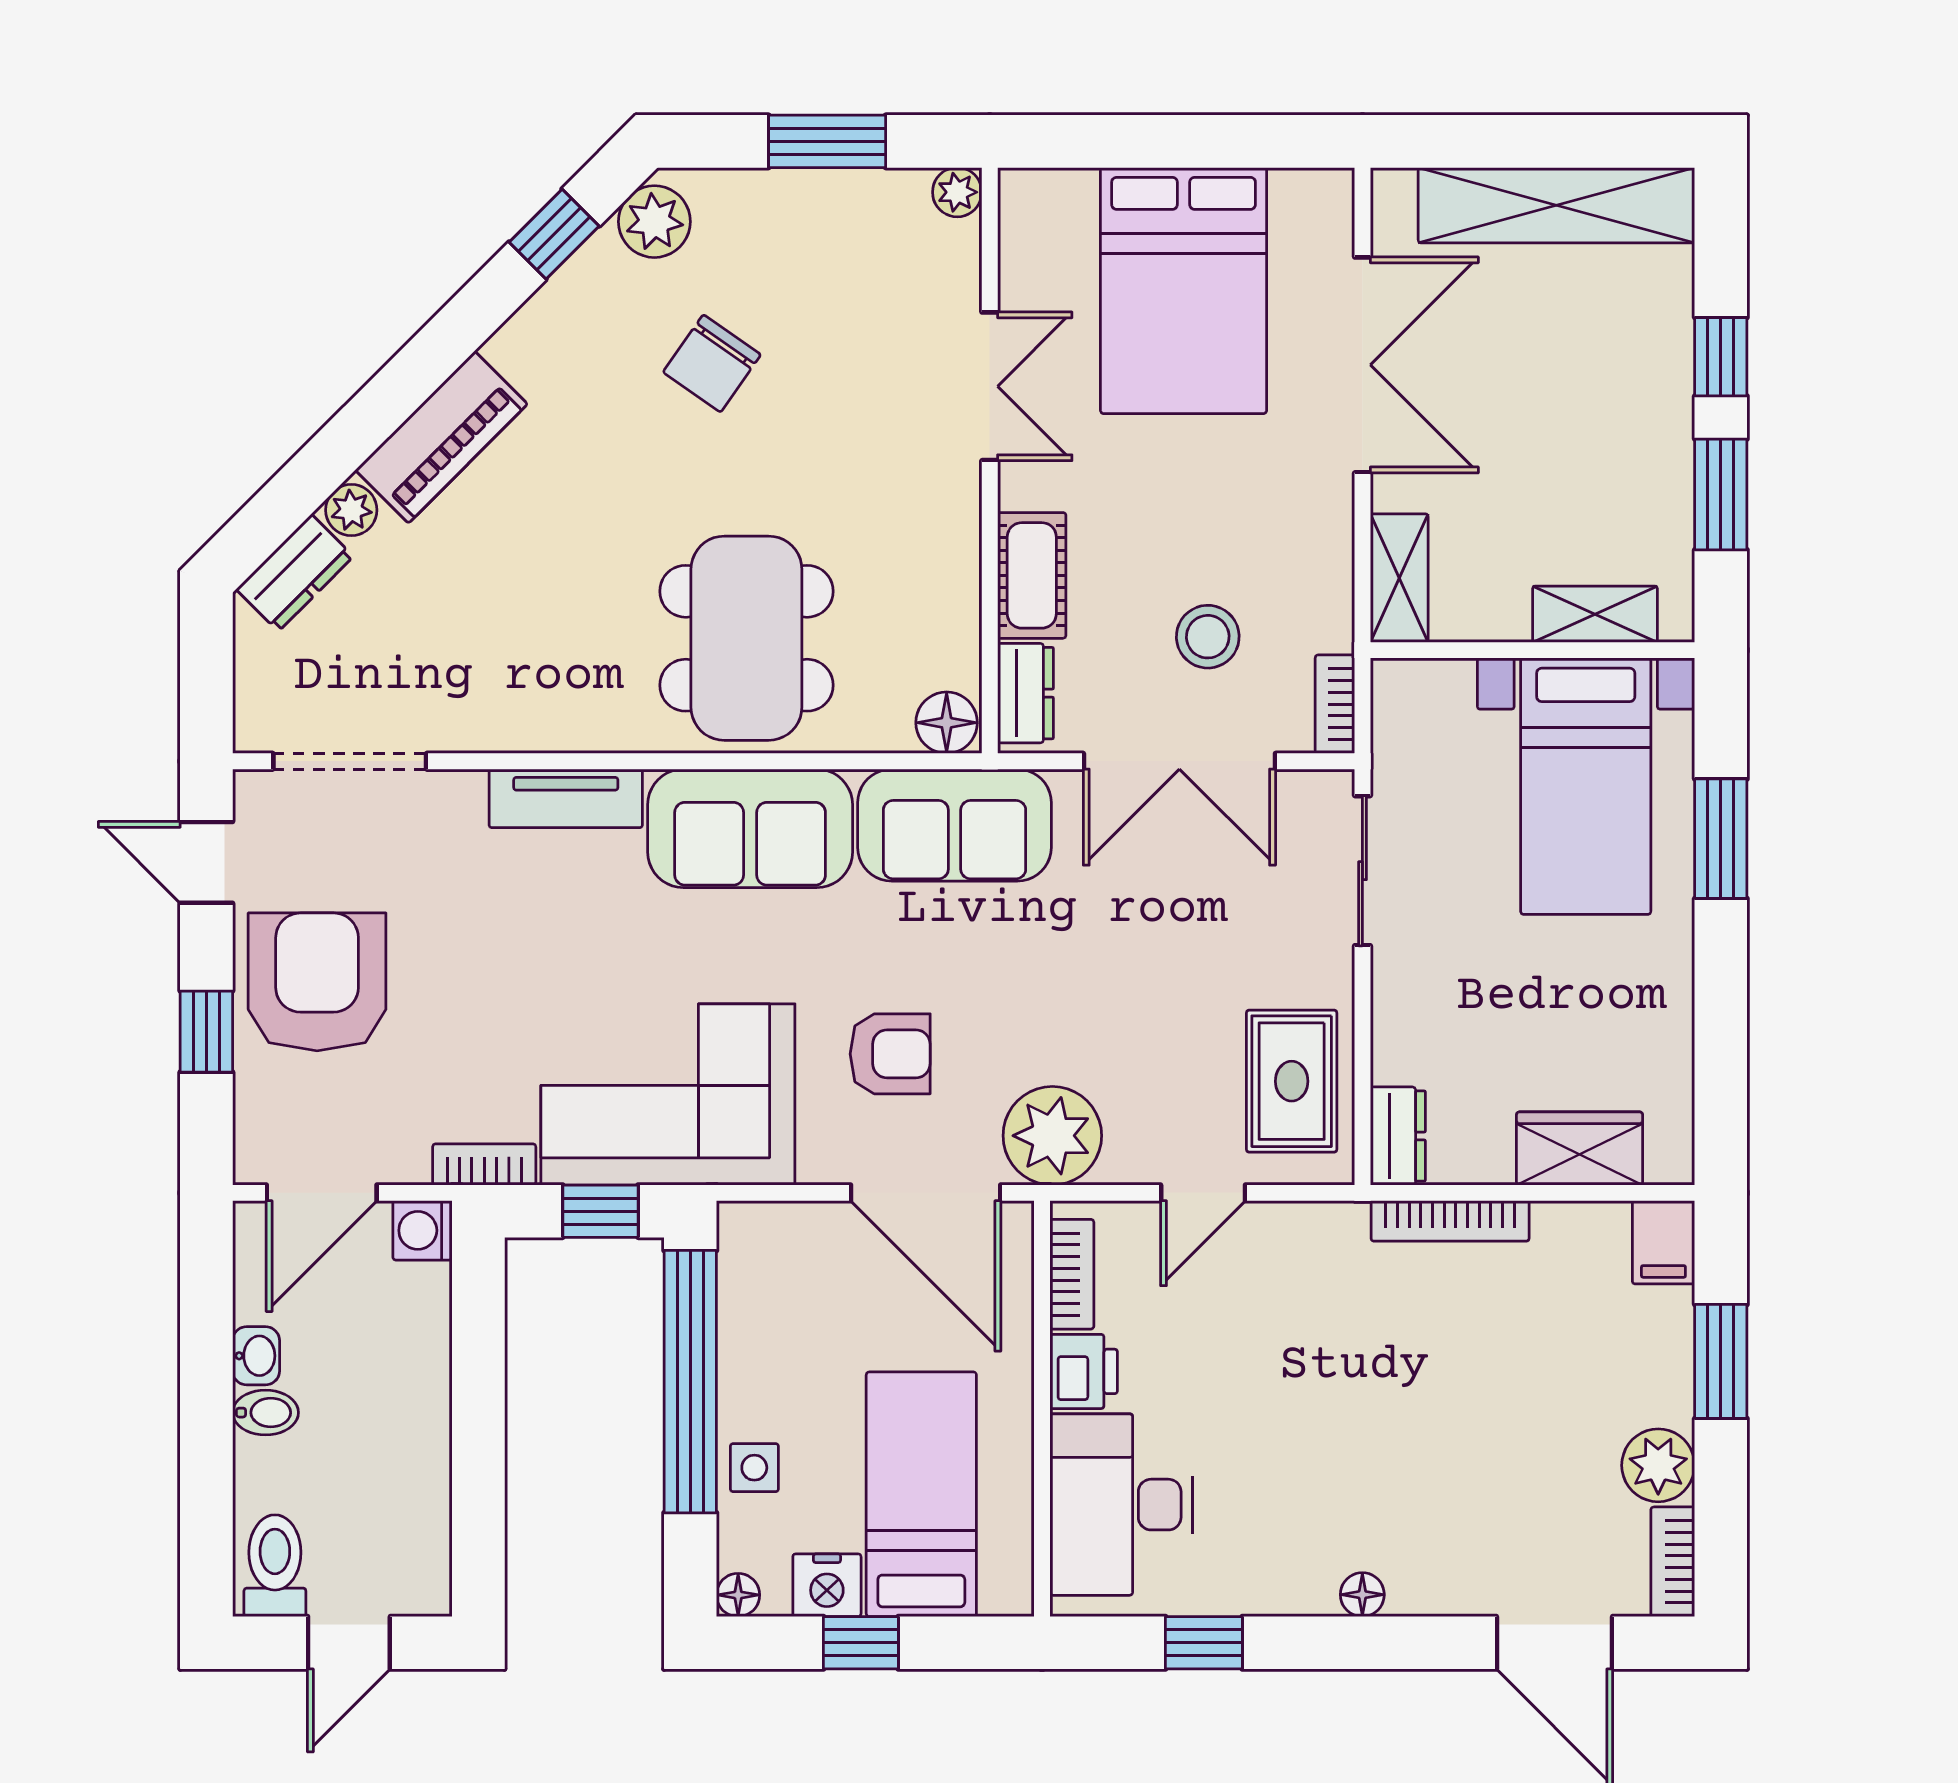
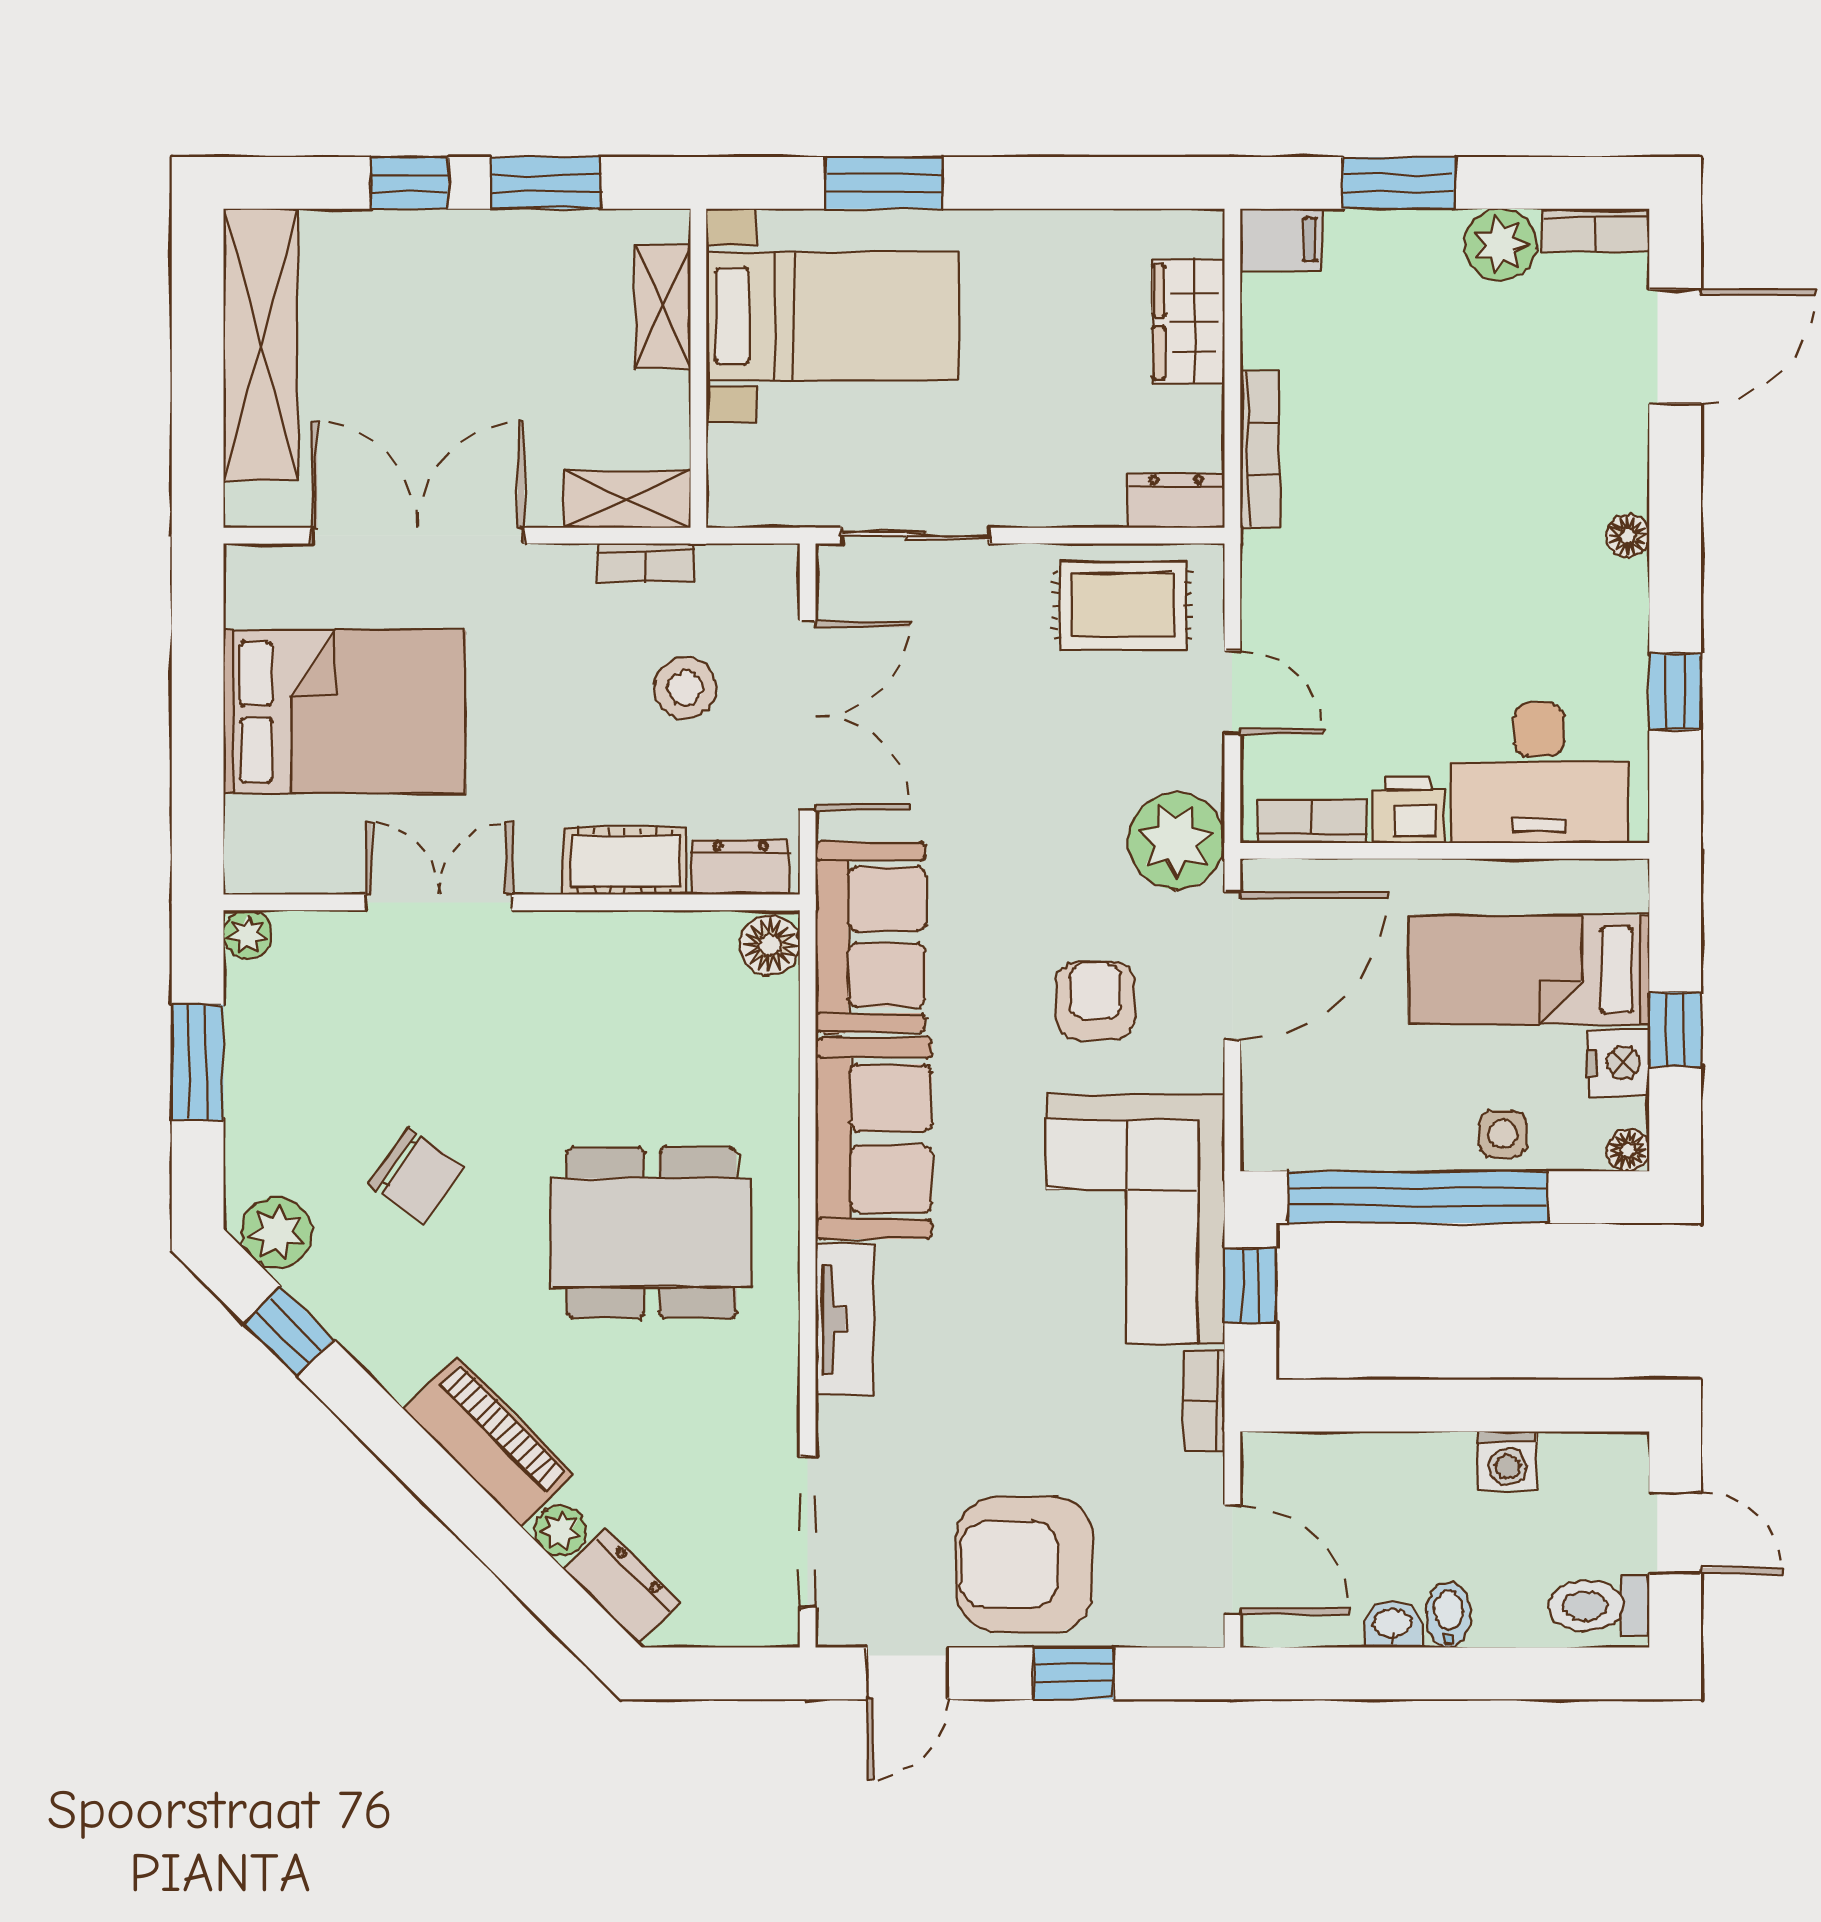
dining table: (746, 638) -> (651, 1233), moved
bookcase: (1335, 704) -> (646, 563), moved
washing machine: (423, 1230) -> (1507, 1461), moved

